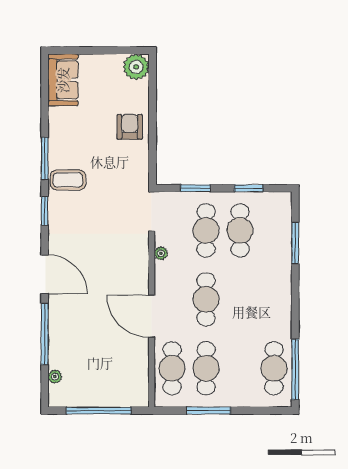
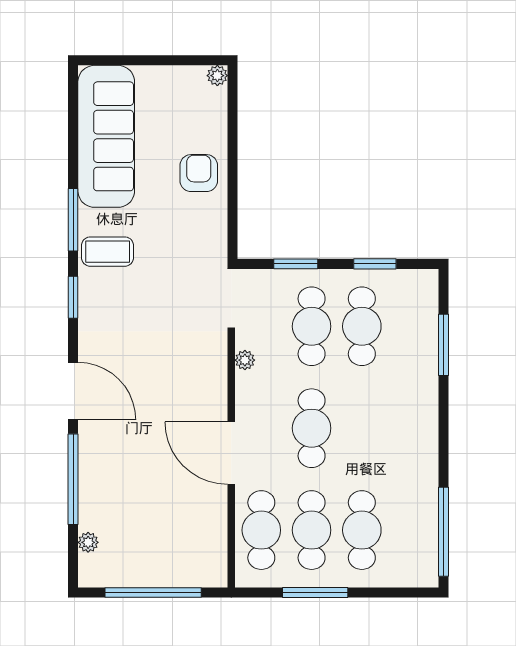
plant: (136, 67) -> (217, 76), width x0.53, depth x0.53
sofa: (63, 80) -> (106, 136), width x1.85, depth x1.27
cafe table: (274, 368) -> (362, 530), moved

